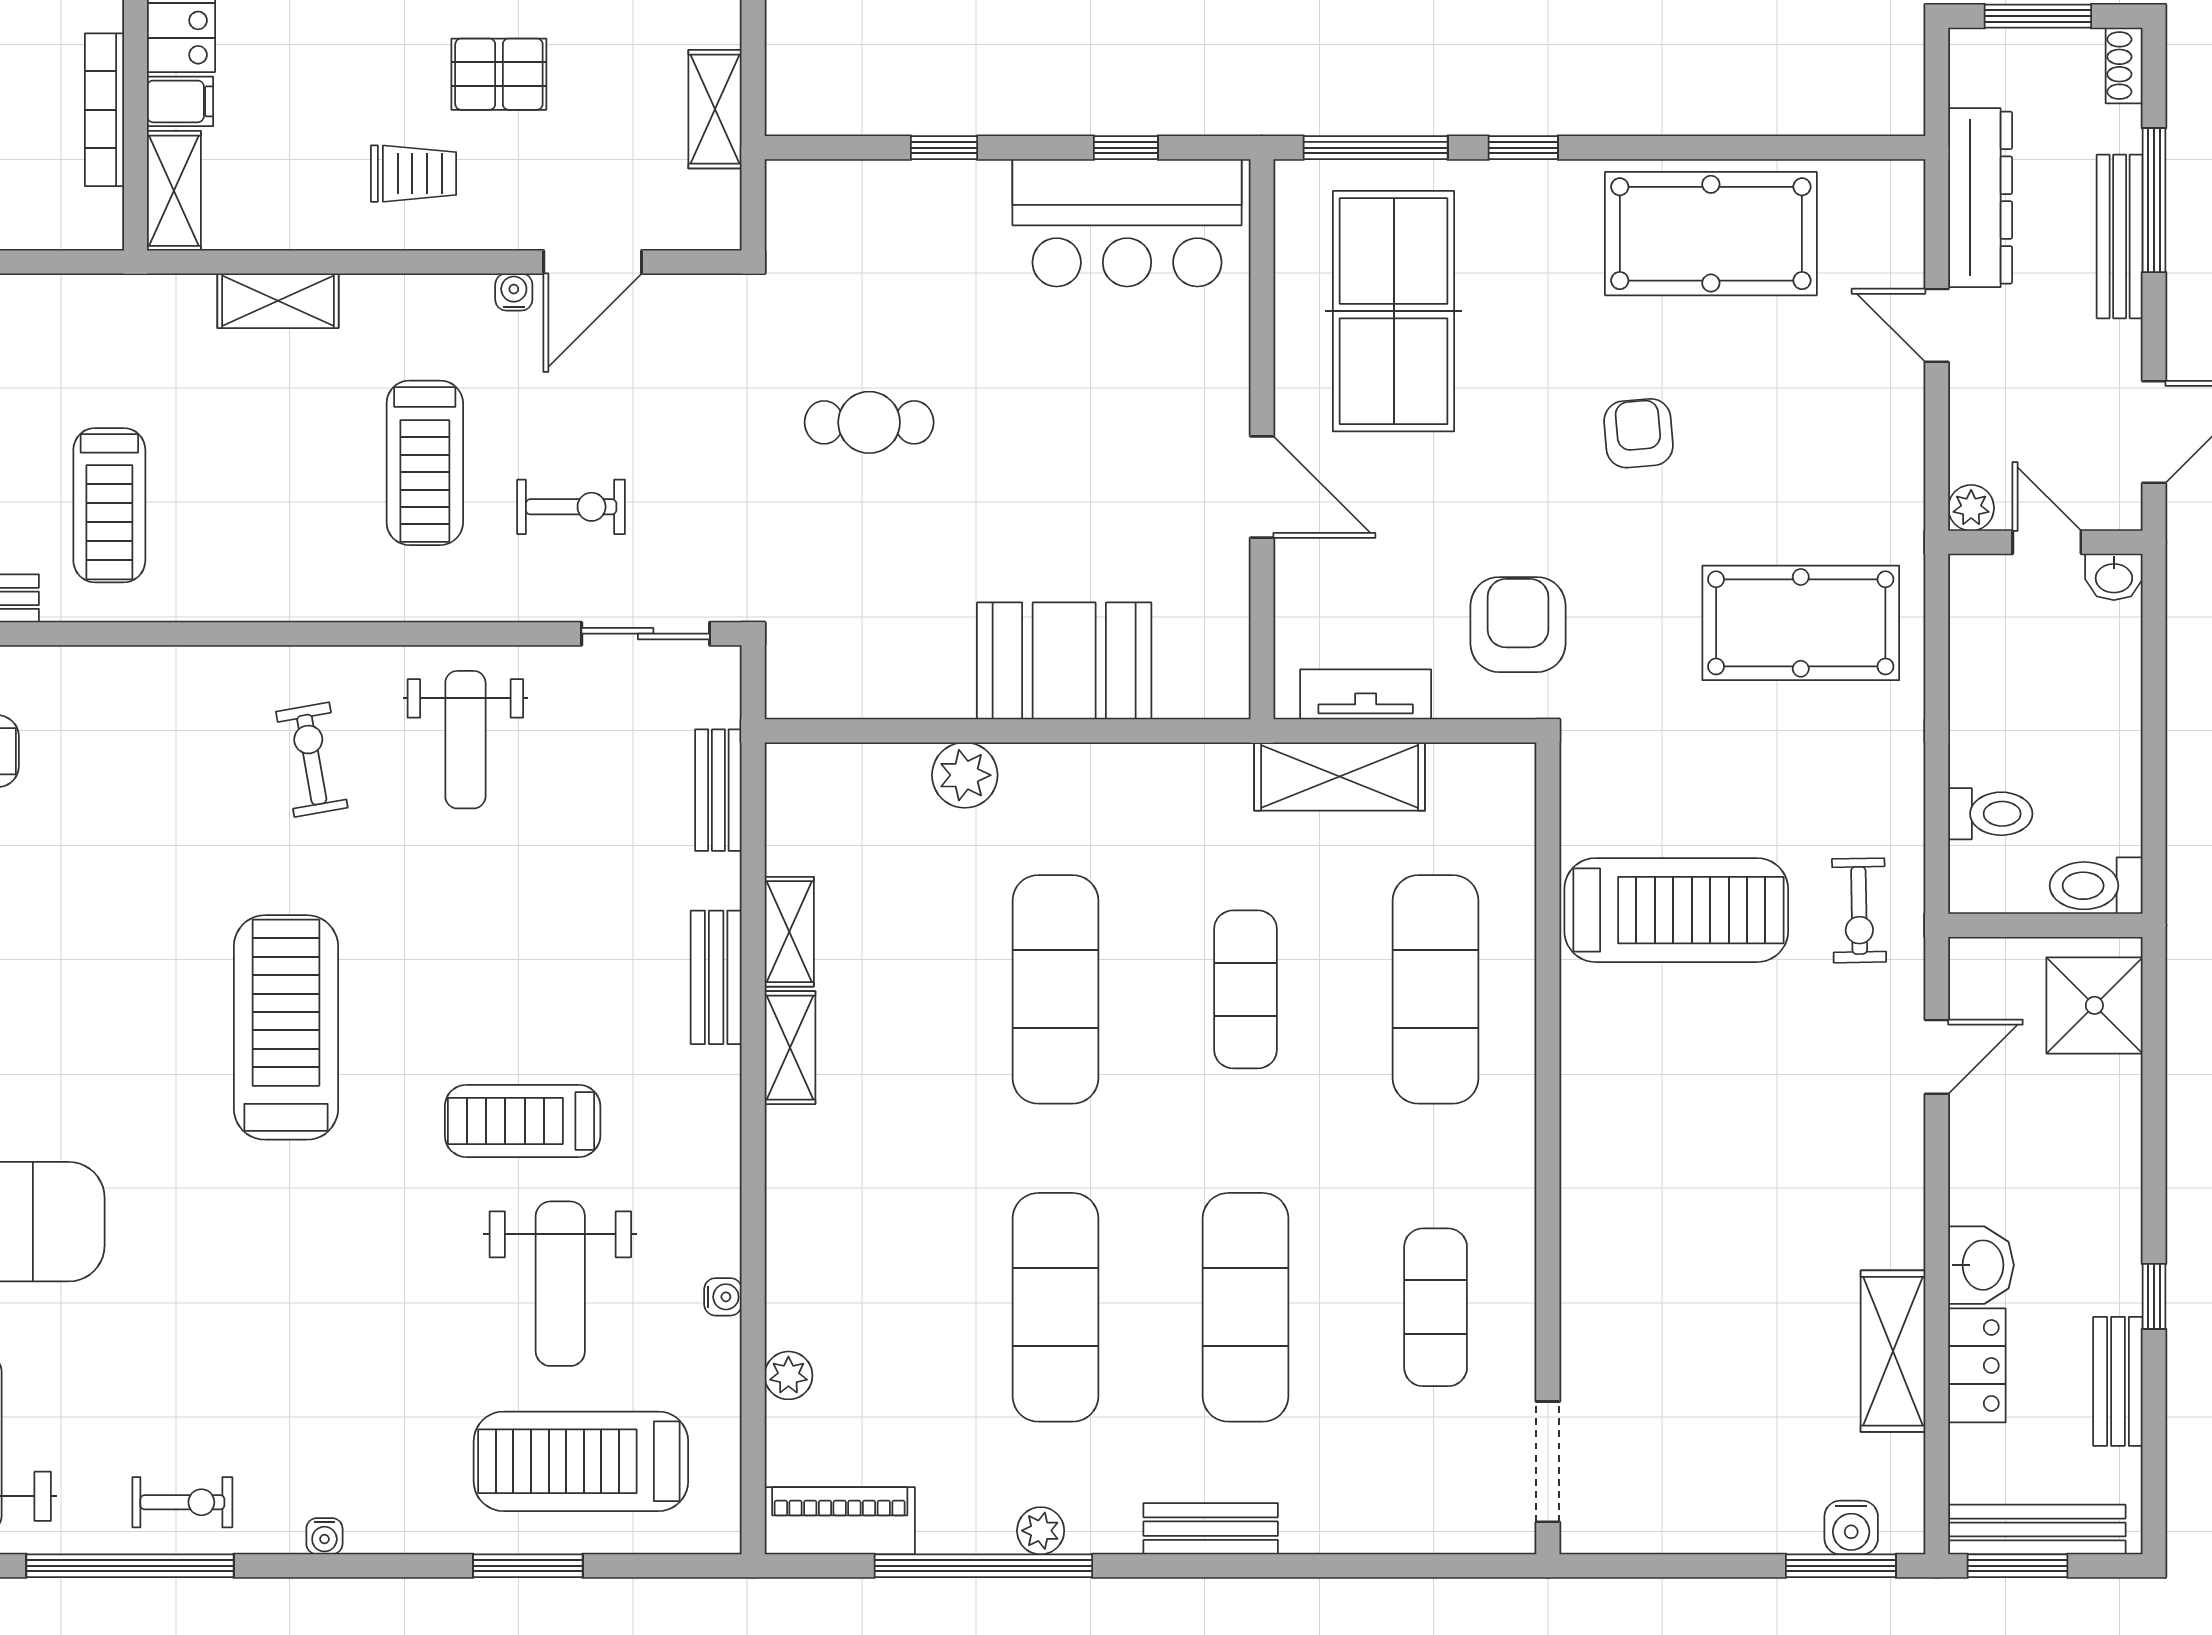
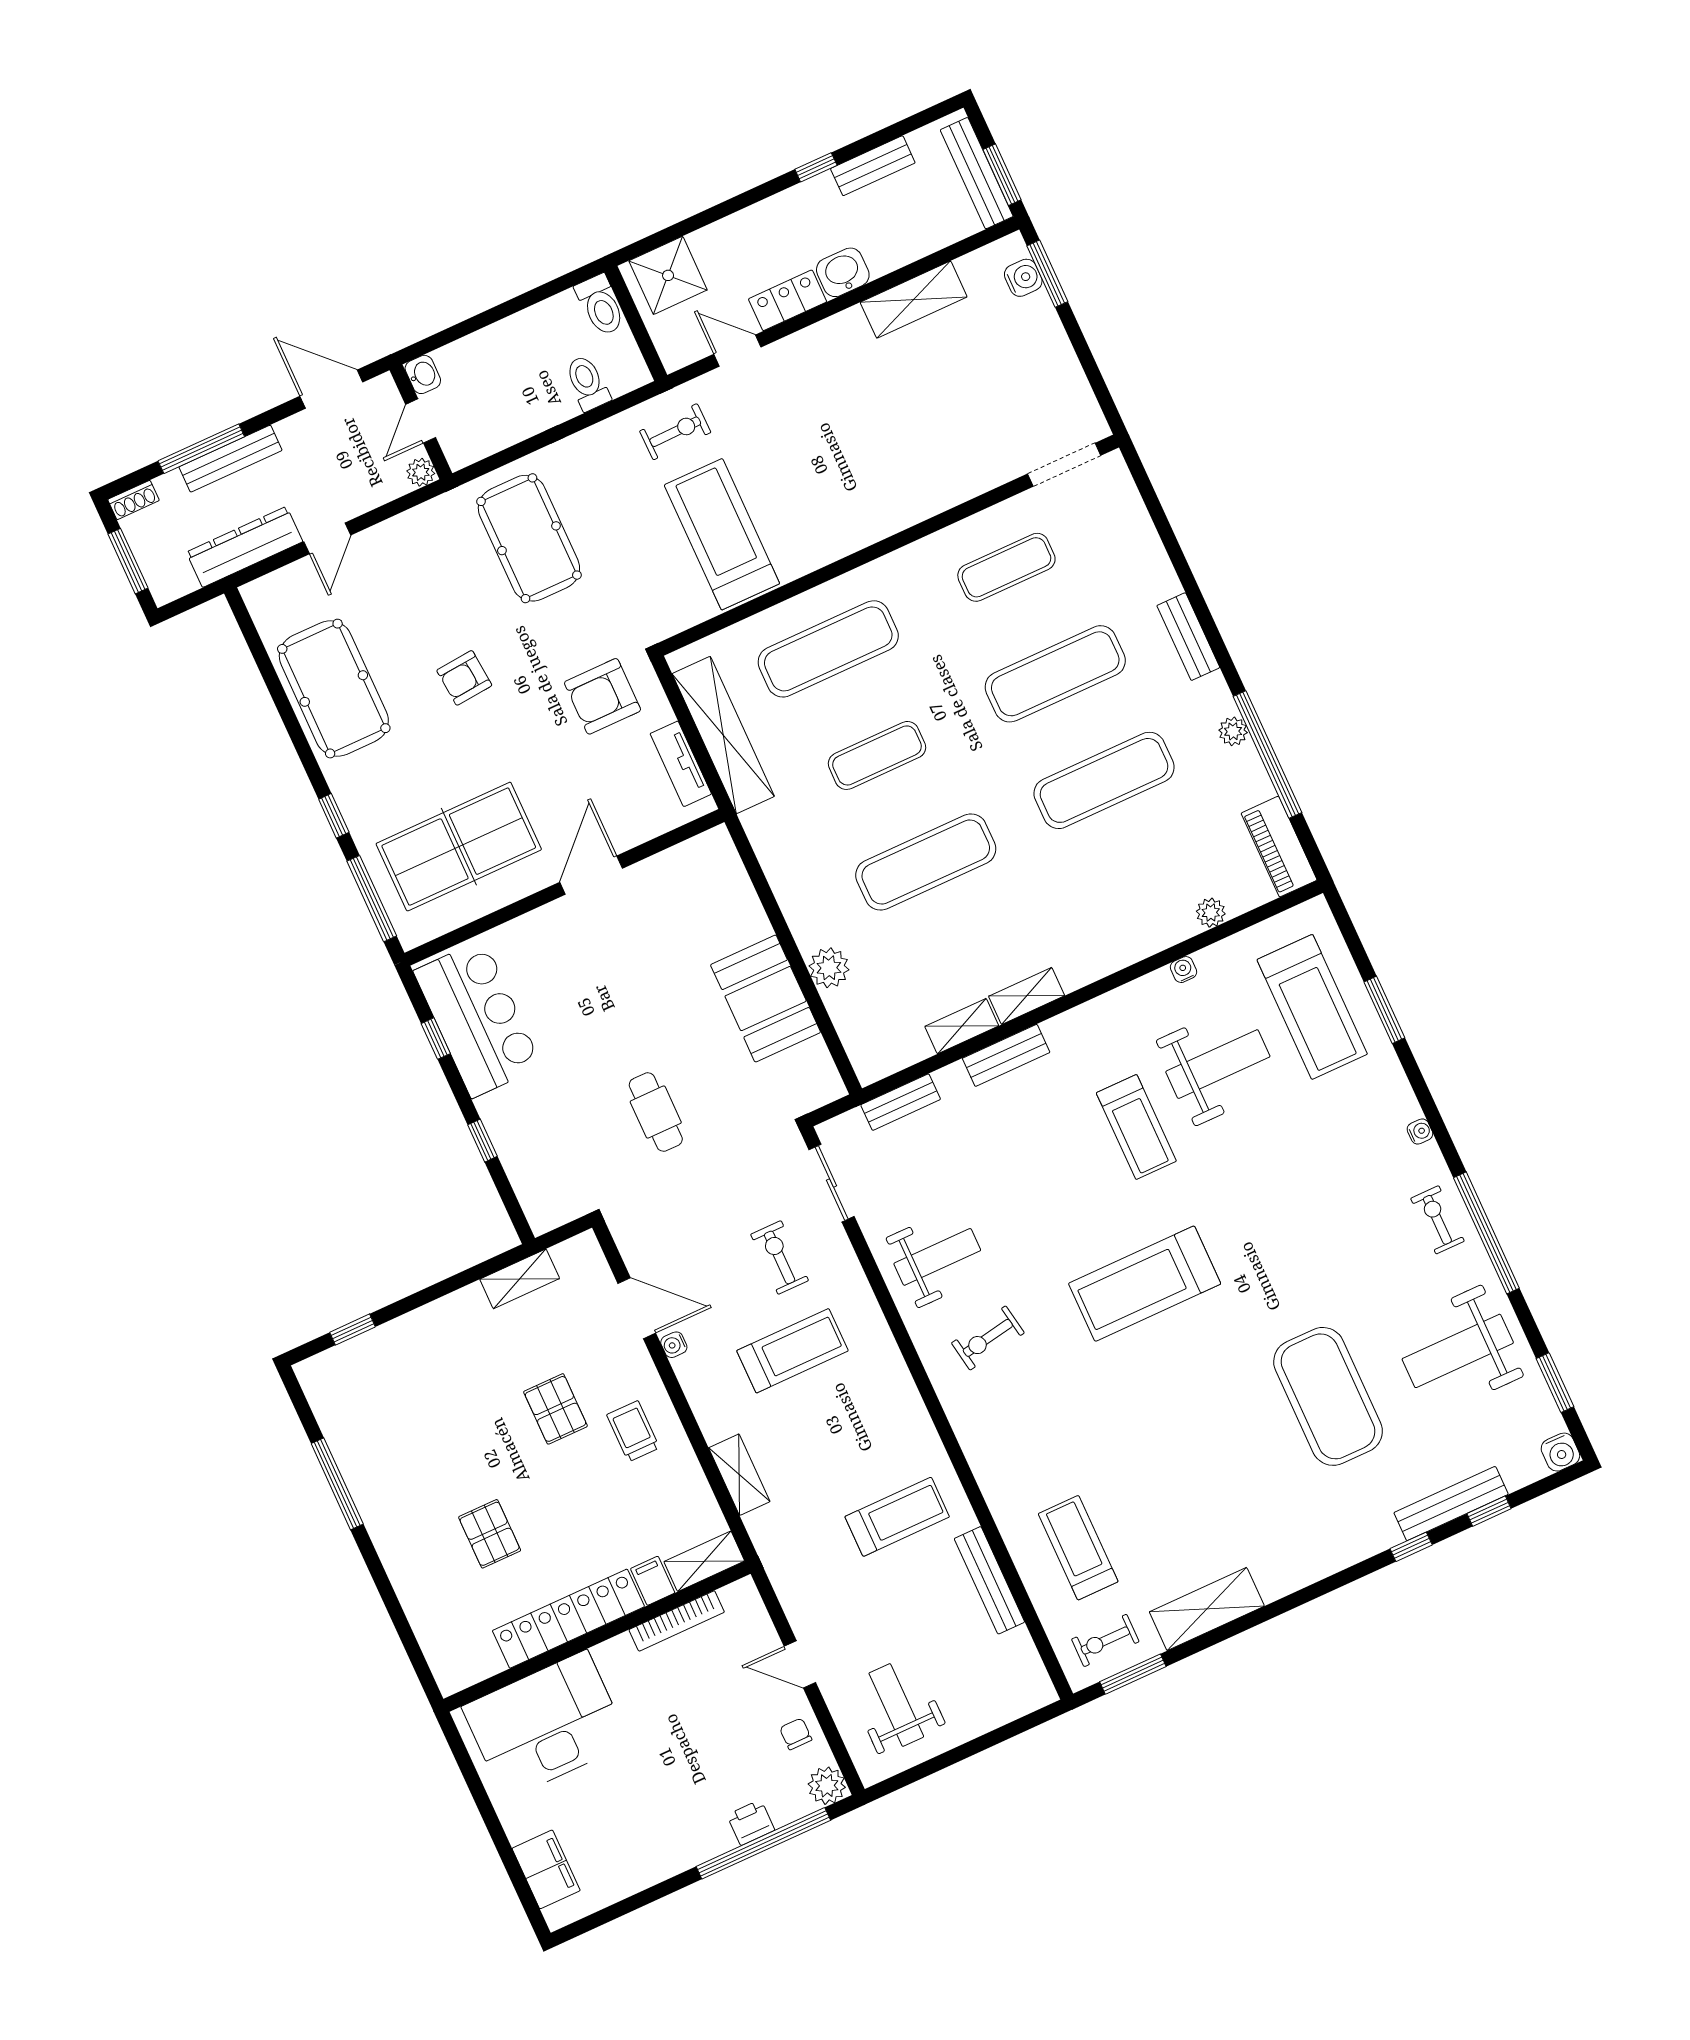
booth: (1064, 661) -> (766, 999), moved
shelving: (1340, 777) -> (723, 735), width x1.47
locker: (1977, 1365) -> (788, 300), moved

